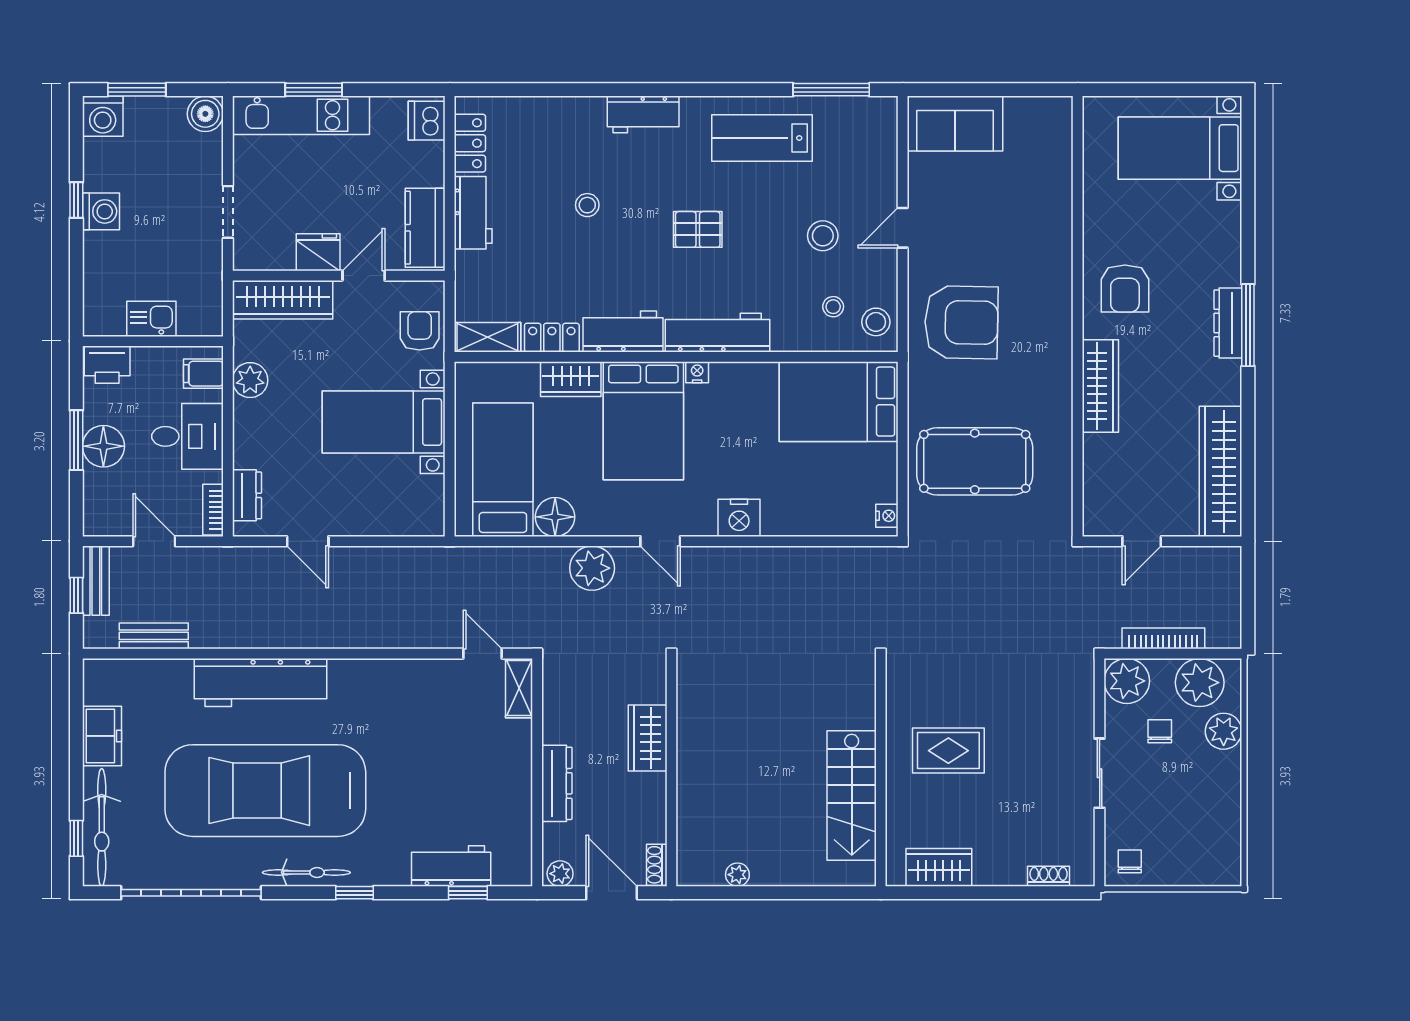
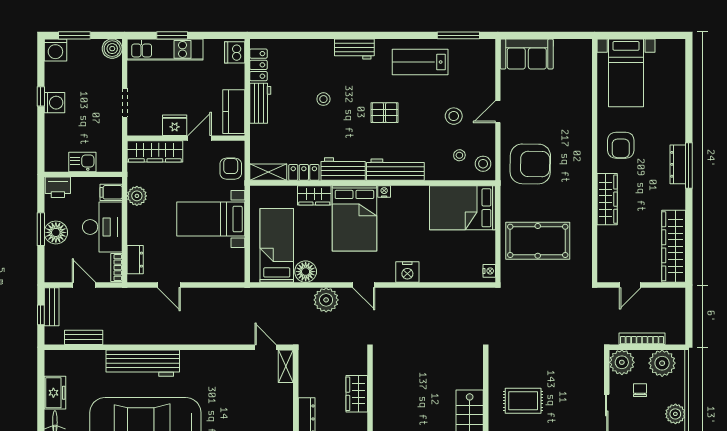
bed with nightstands: (1180, 148) -> (626, 73), moved, turned -90
desk: (187, 436) -> (102, 227), width x1.37
plant: (1224, 731) -> (675, 414), moved

